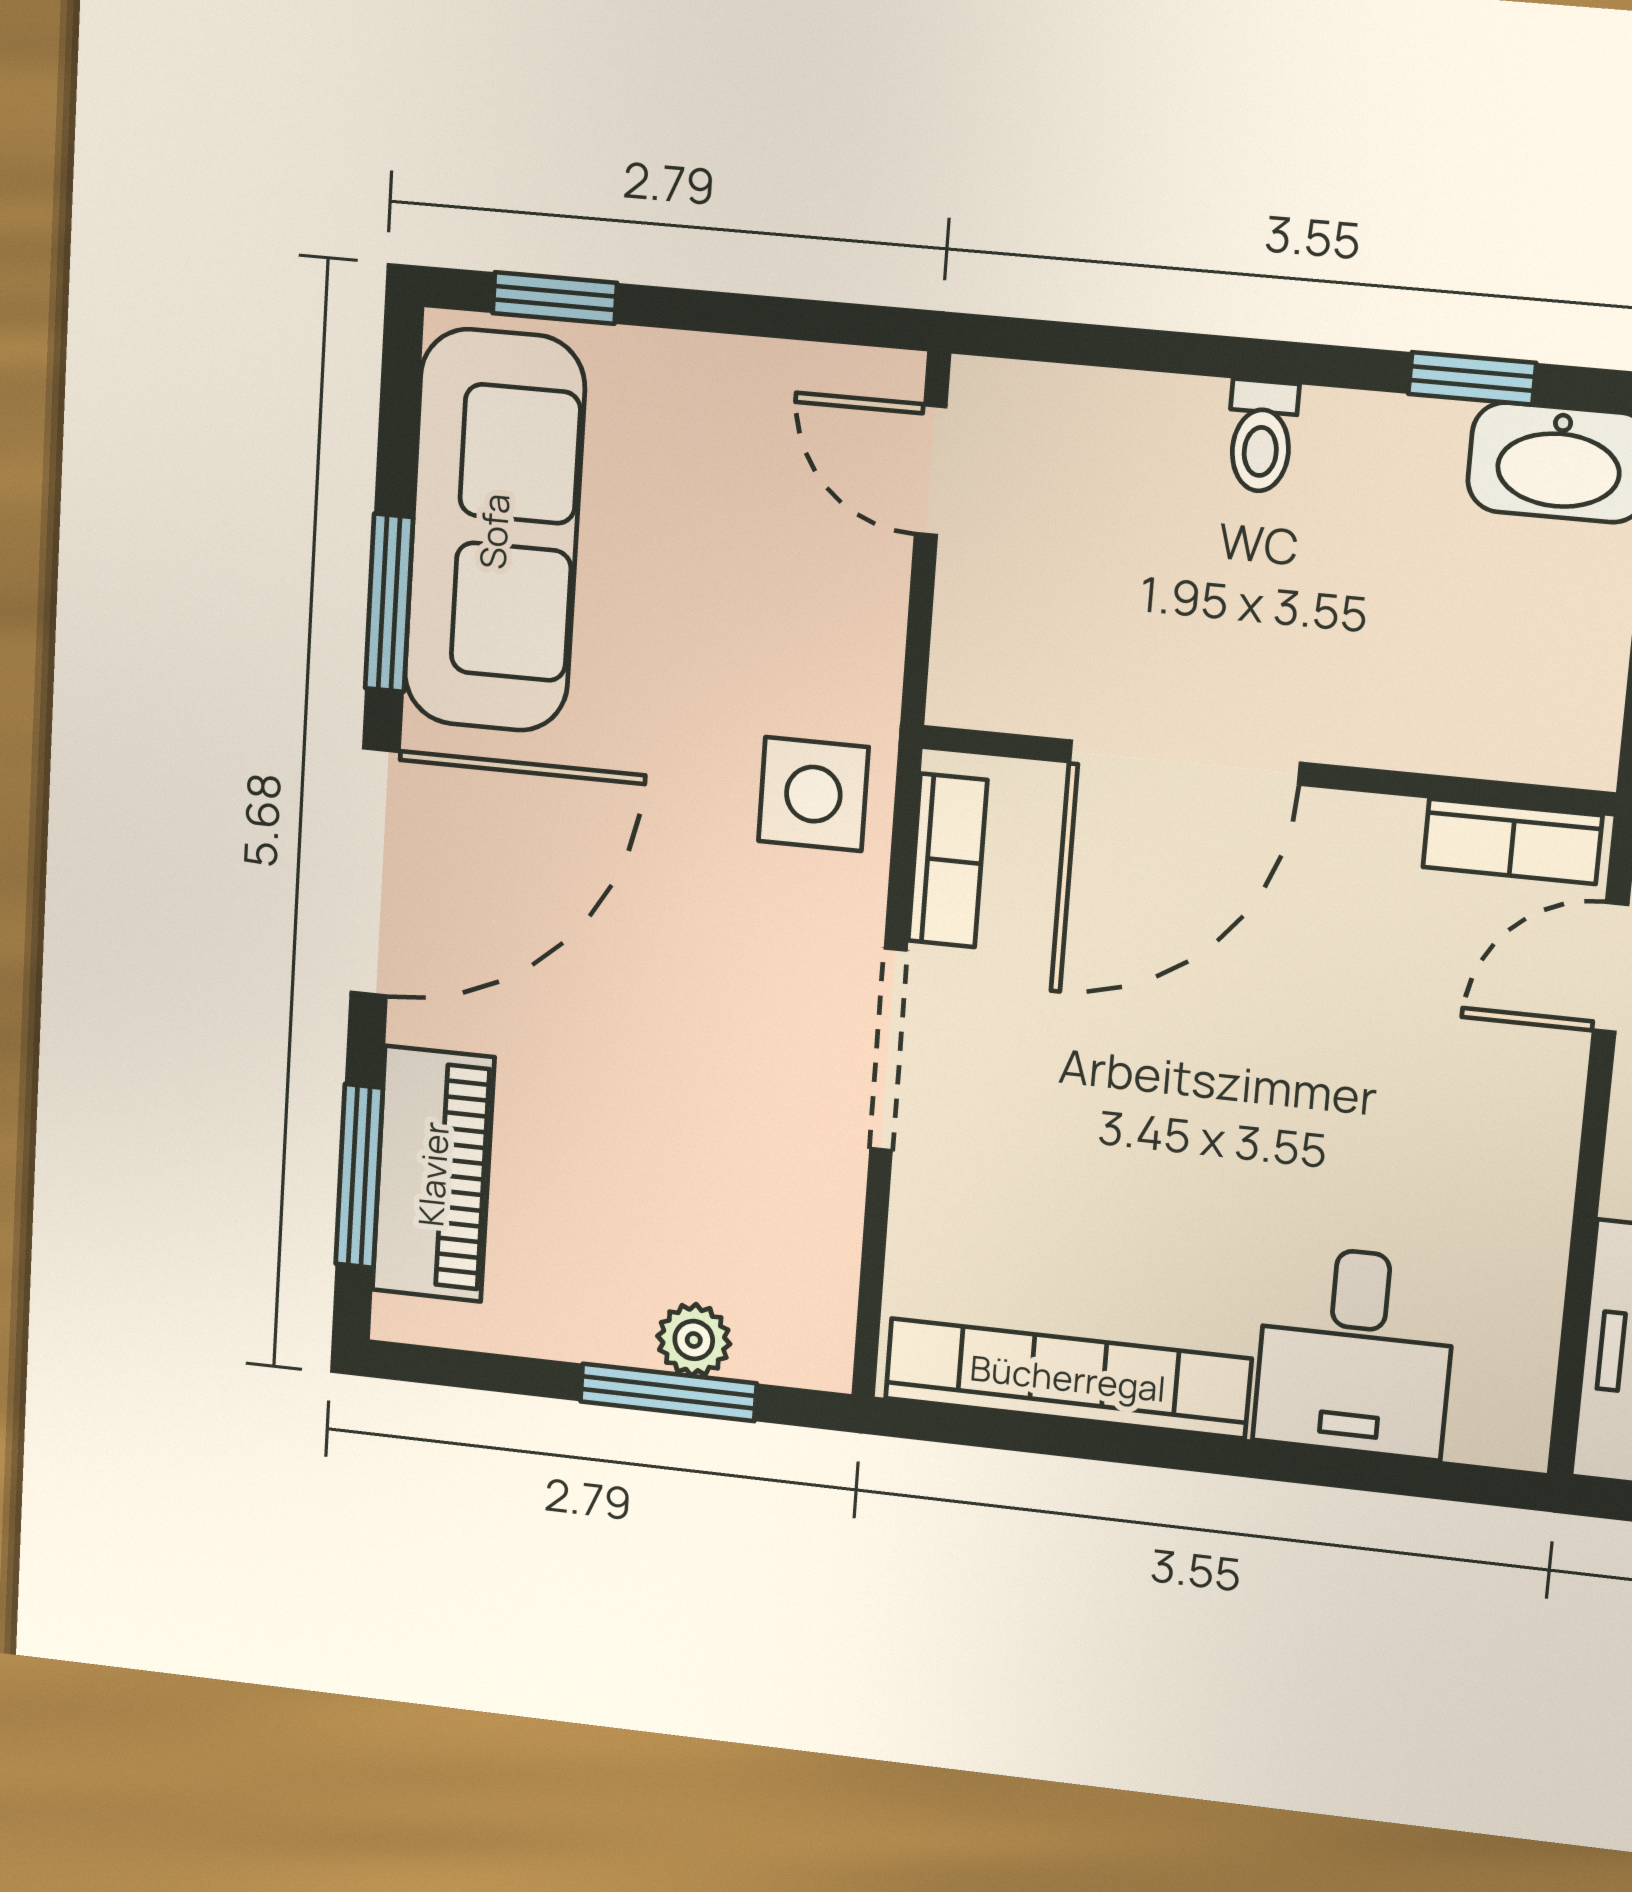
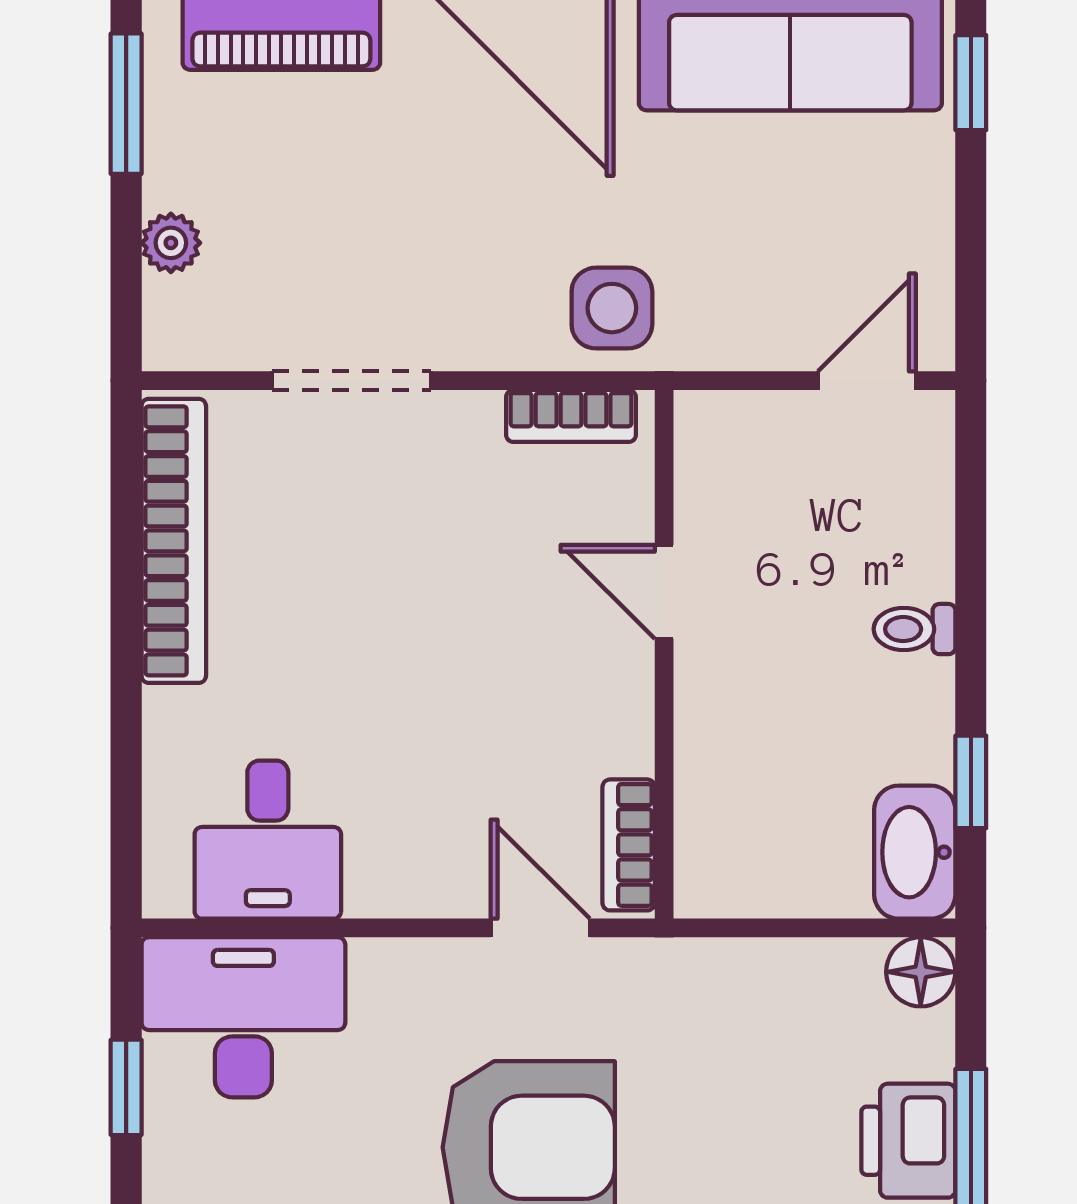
door: (1185, 763) -> (664, 592), width x0.53
doorway: (888, 1050) -> (352, 381), moved
desk: (1355, 1352) -> (268, 840), moved, turned -90
window: (668, 1392) -> (126, 104), moved

